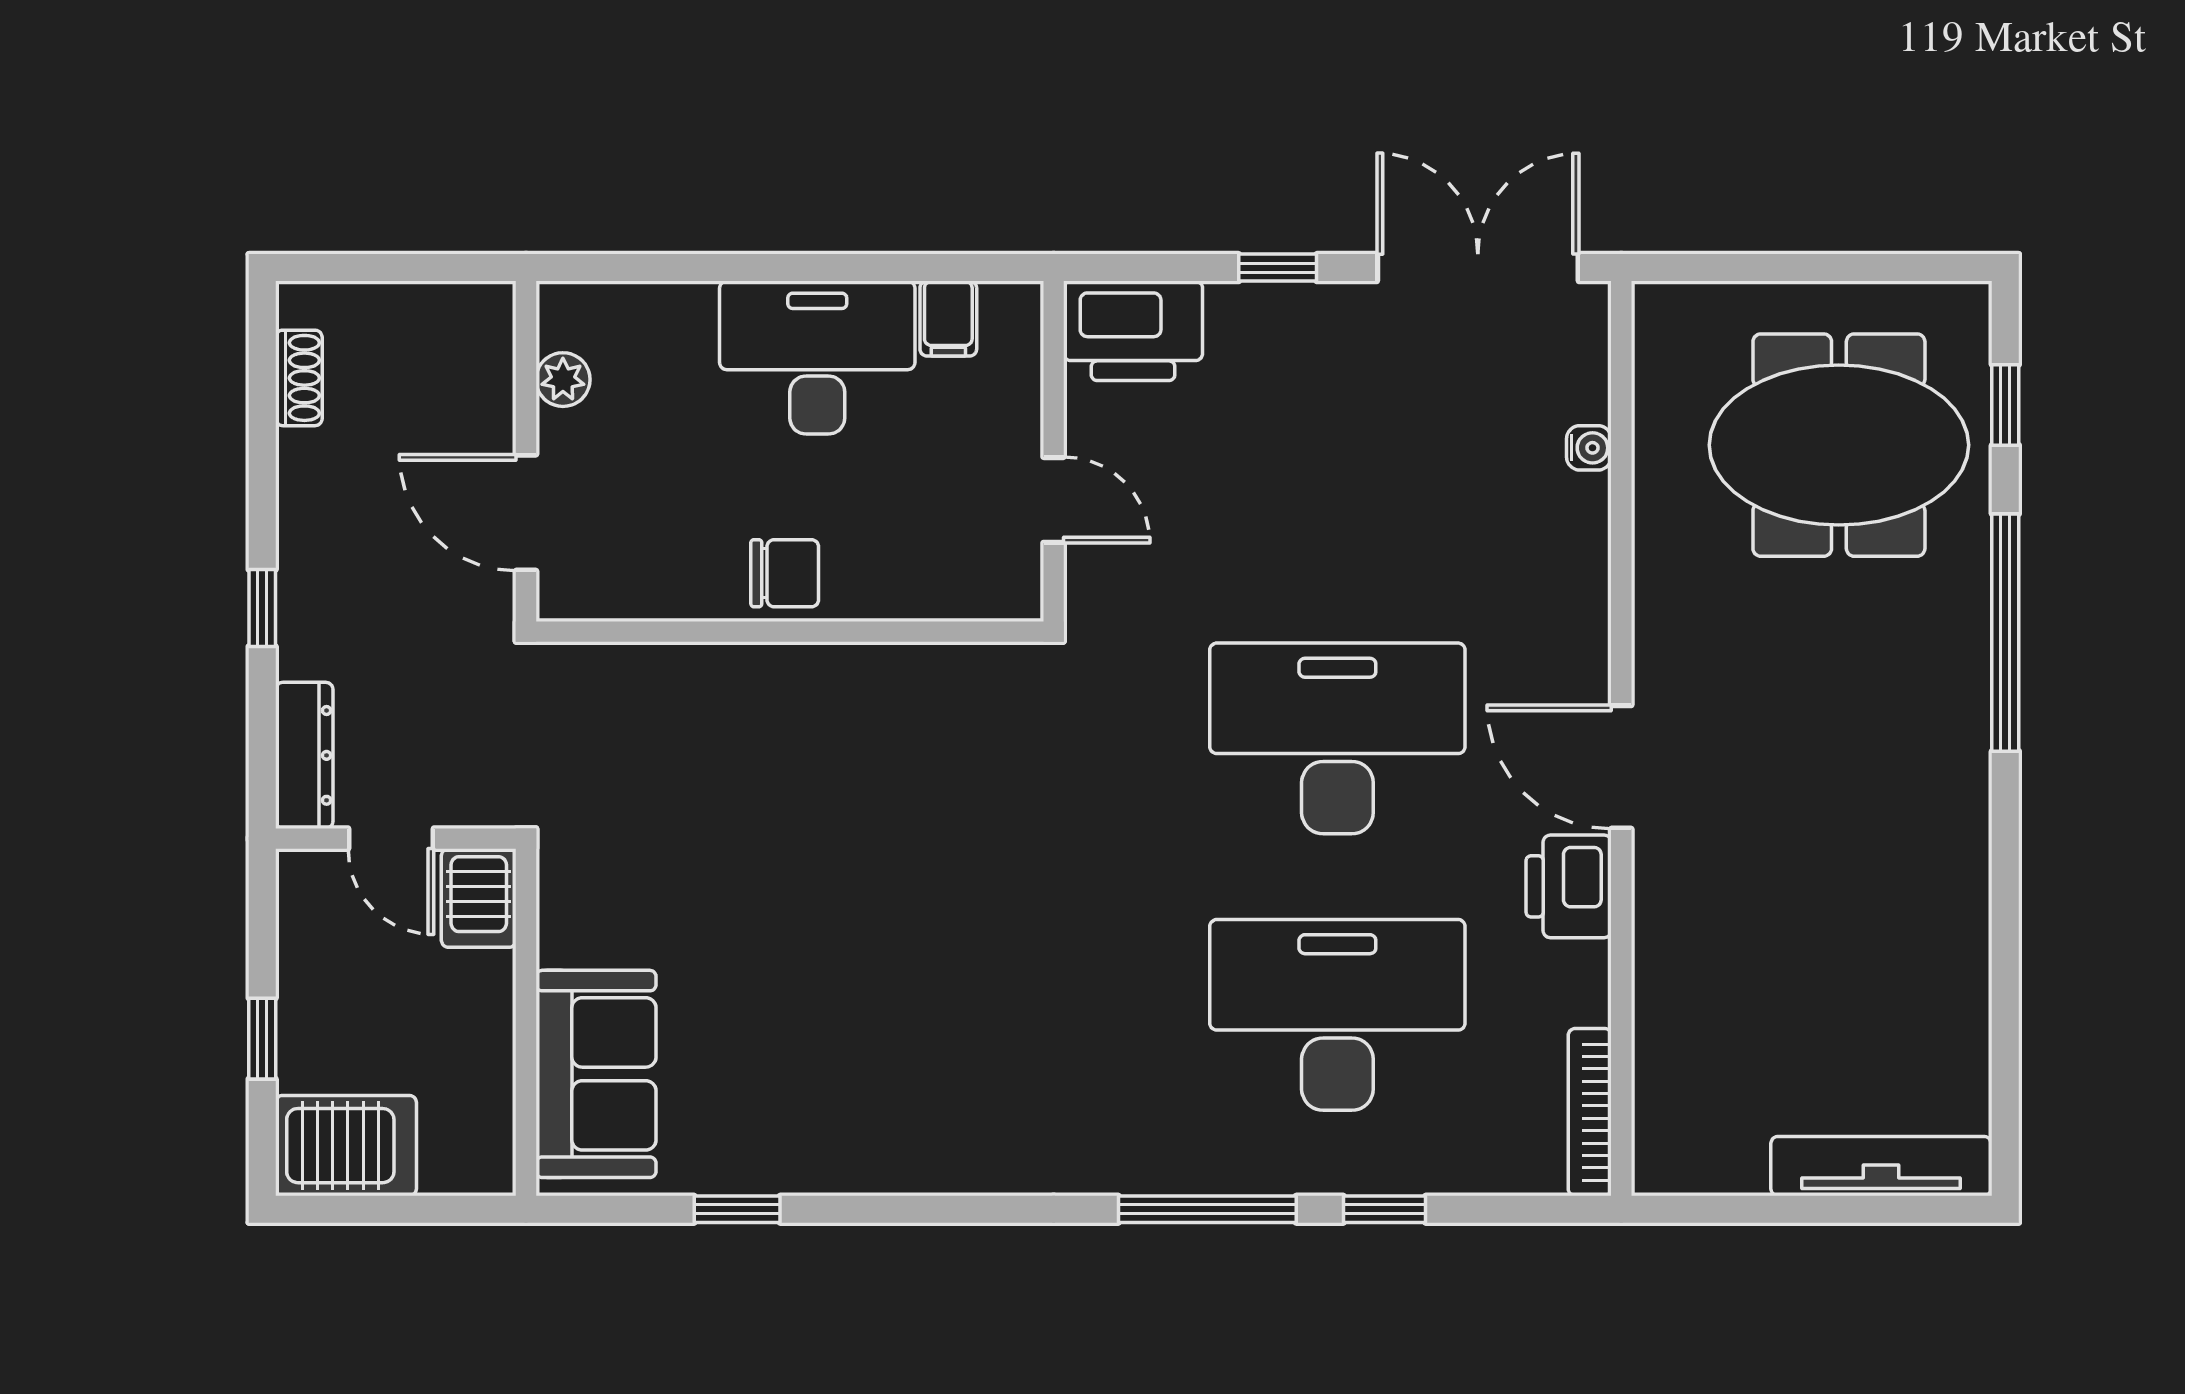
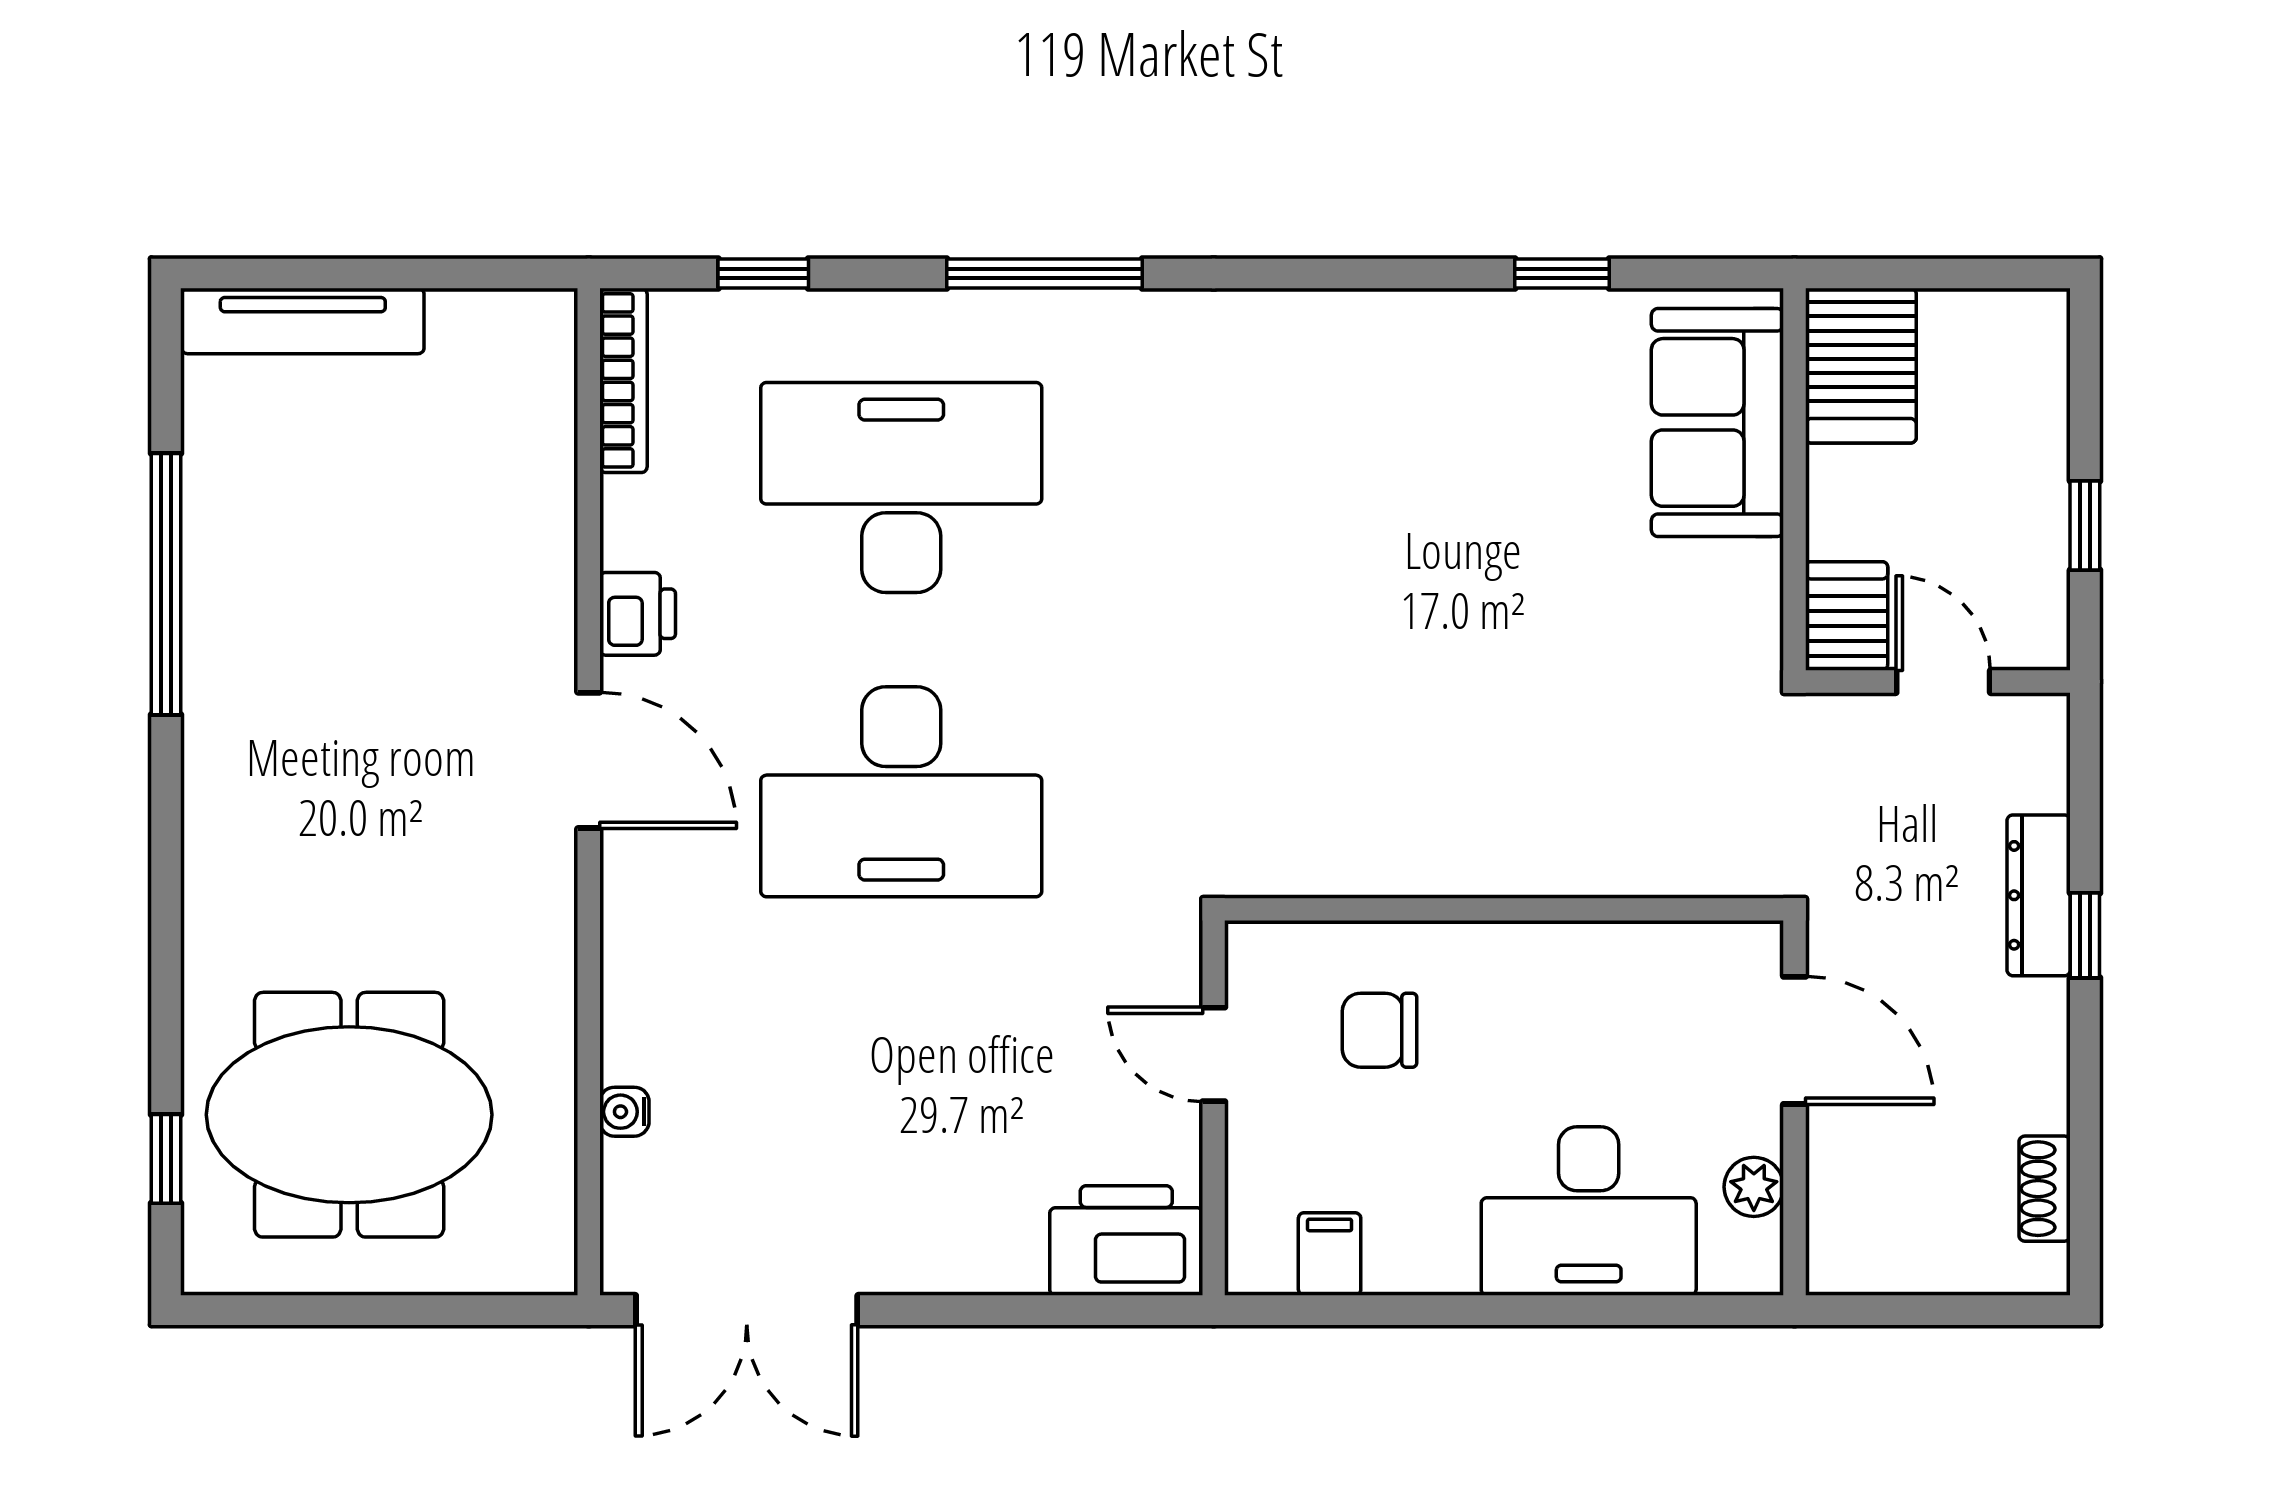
window: (1278, 268) -> (967, 1310), removed
desk: (817, 358) -> (1589, 1211), moved
chair: (785, 573) -> (1380, 1030), moved
window: (2005, 633) -> (166, 584), moved
dresser: (304, 755) -> (2039, 895), moved
printer: (1569, 886) -> (638, 614), width x0.73, depth x0.81
desk: (1337, 1015) -> (901, 487), turned 180
window: (262, 1039) -> (2085, 526), moved
server rack: (346, 1146) -> (1861, 366), moved, turned -90
window: (1384, 1209) -> (763, 273), moved

